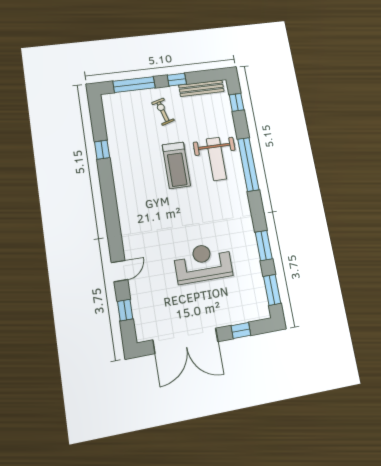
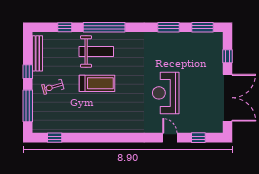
window: (237, 102) -> (65, 27), moved
window: (102, 150) -> (55, 138), moved
reception desk: (203, 263) -> (166, 93), moved

